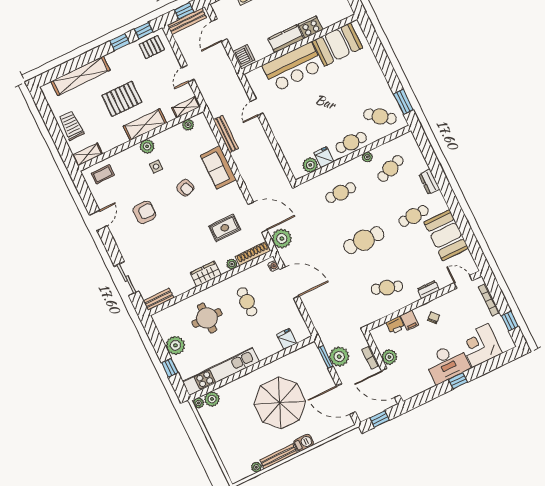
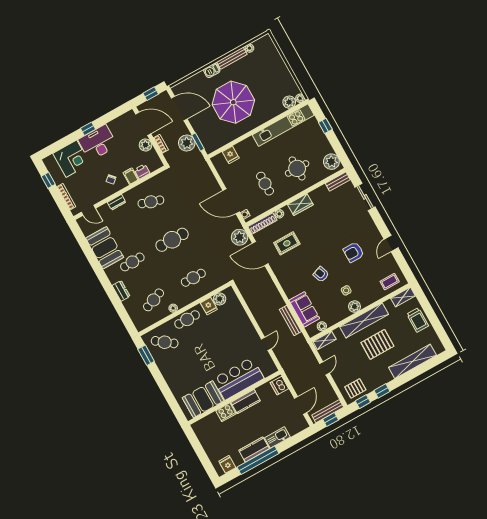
shelving: (145, 125) -> (364, 320), width x1.47
sofa: (218, 167) -> (304, 309), moved
plant: (175, 345) -> (331, 162), moved

